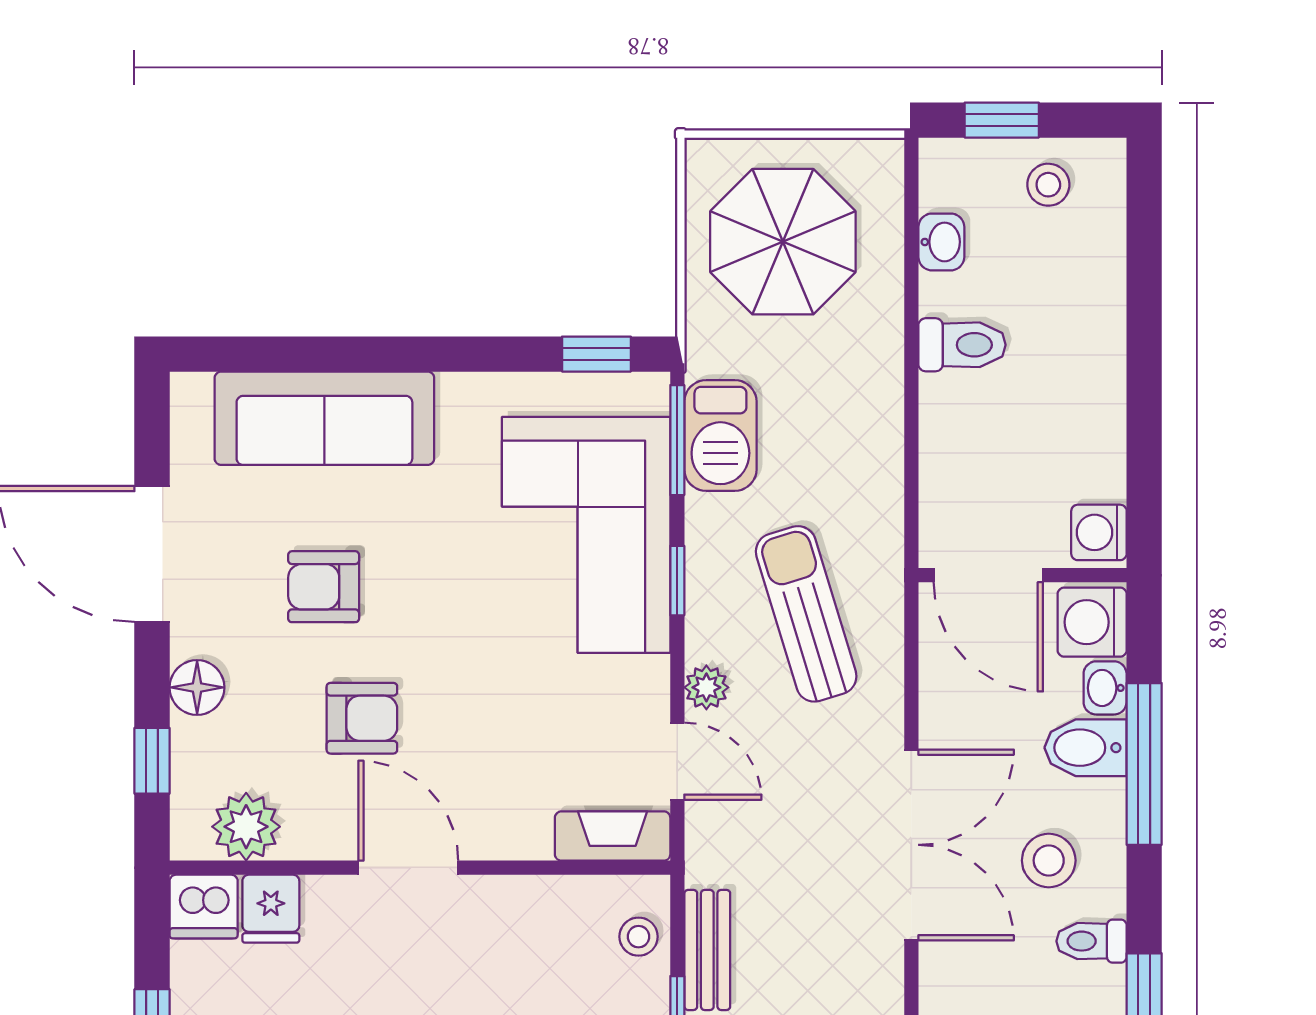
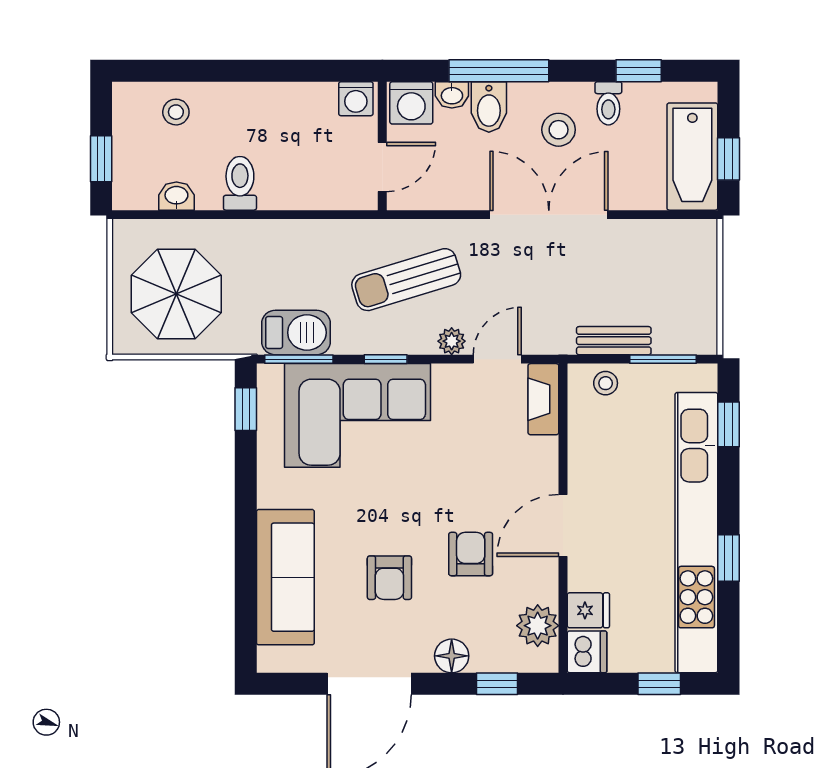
stool: (1048, 185) -> (176, 112), moved
door: (988, 575) -> (382, 167), width x0.73

